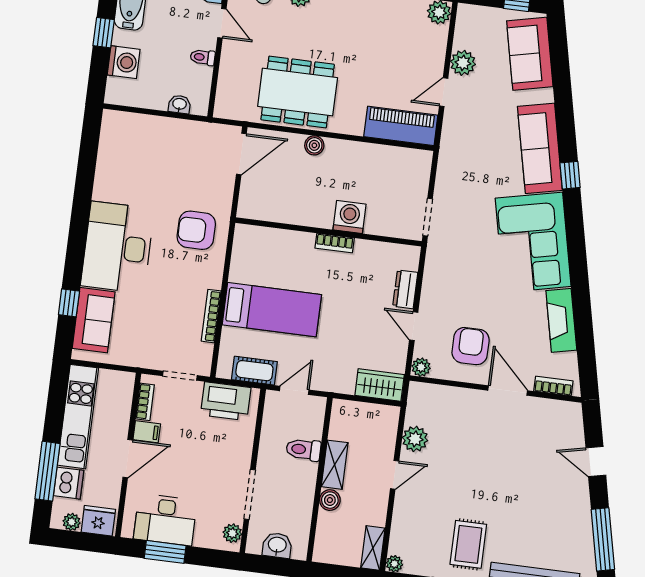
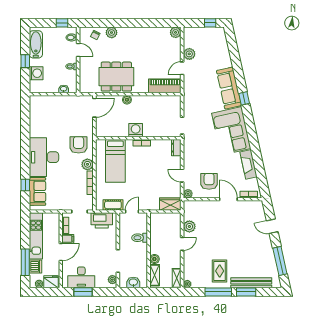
sofa: (530, 54) -> (219, 46), removed
washing machine: (349, 217) -> (136, 130), moved
armchair: (196, 230) -> (79, 145), turned 90
plant: (210, 275) -> (87, 164), added
dresser: (405, 289) -> (176, 148), moved
bed: (272, 310) -> (115, 161), moved, turned 90
shelving: (335, 465) -> (155, 275), moved

